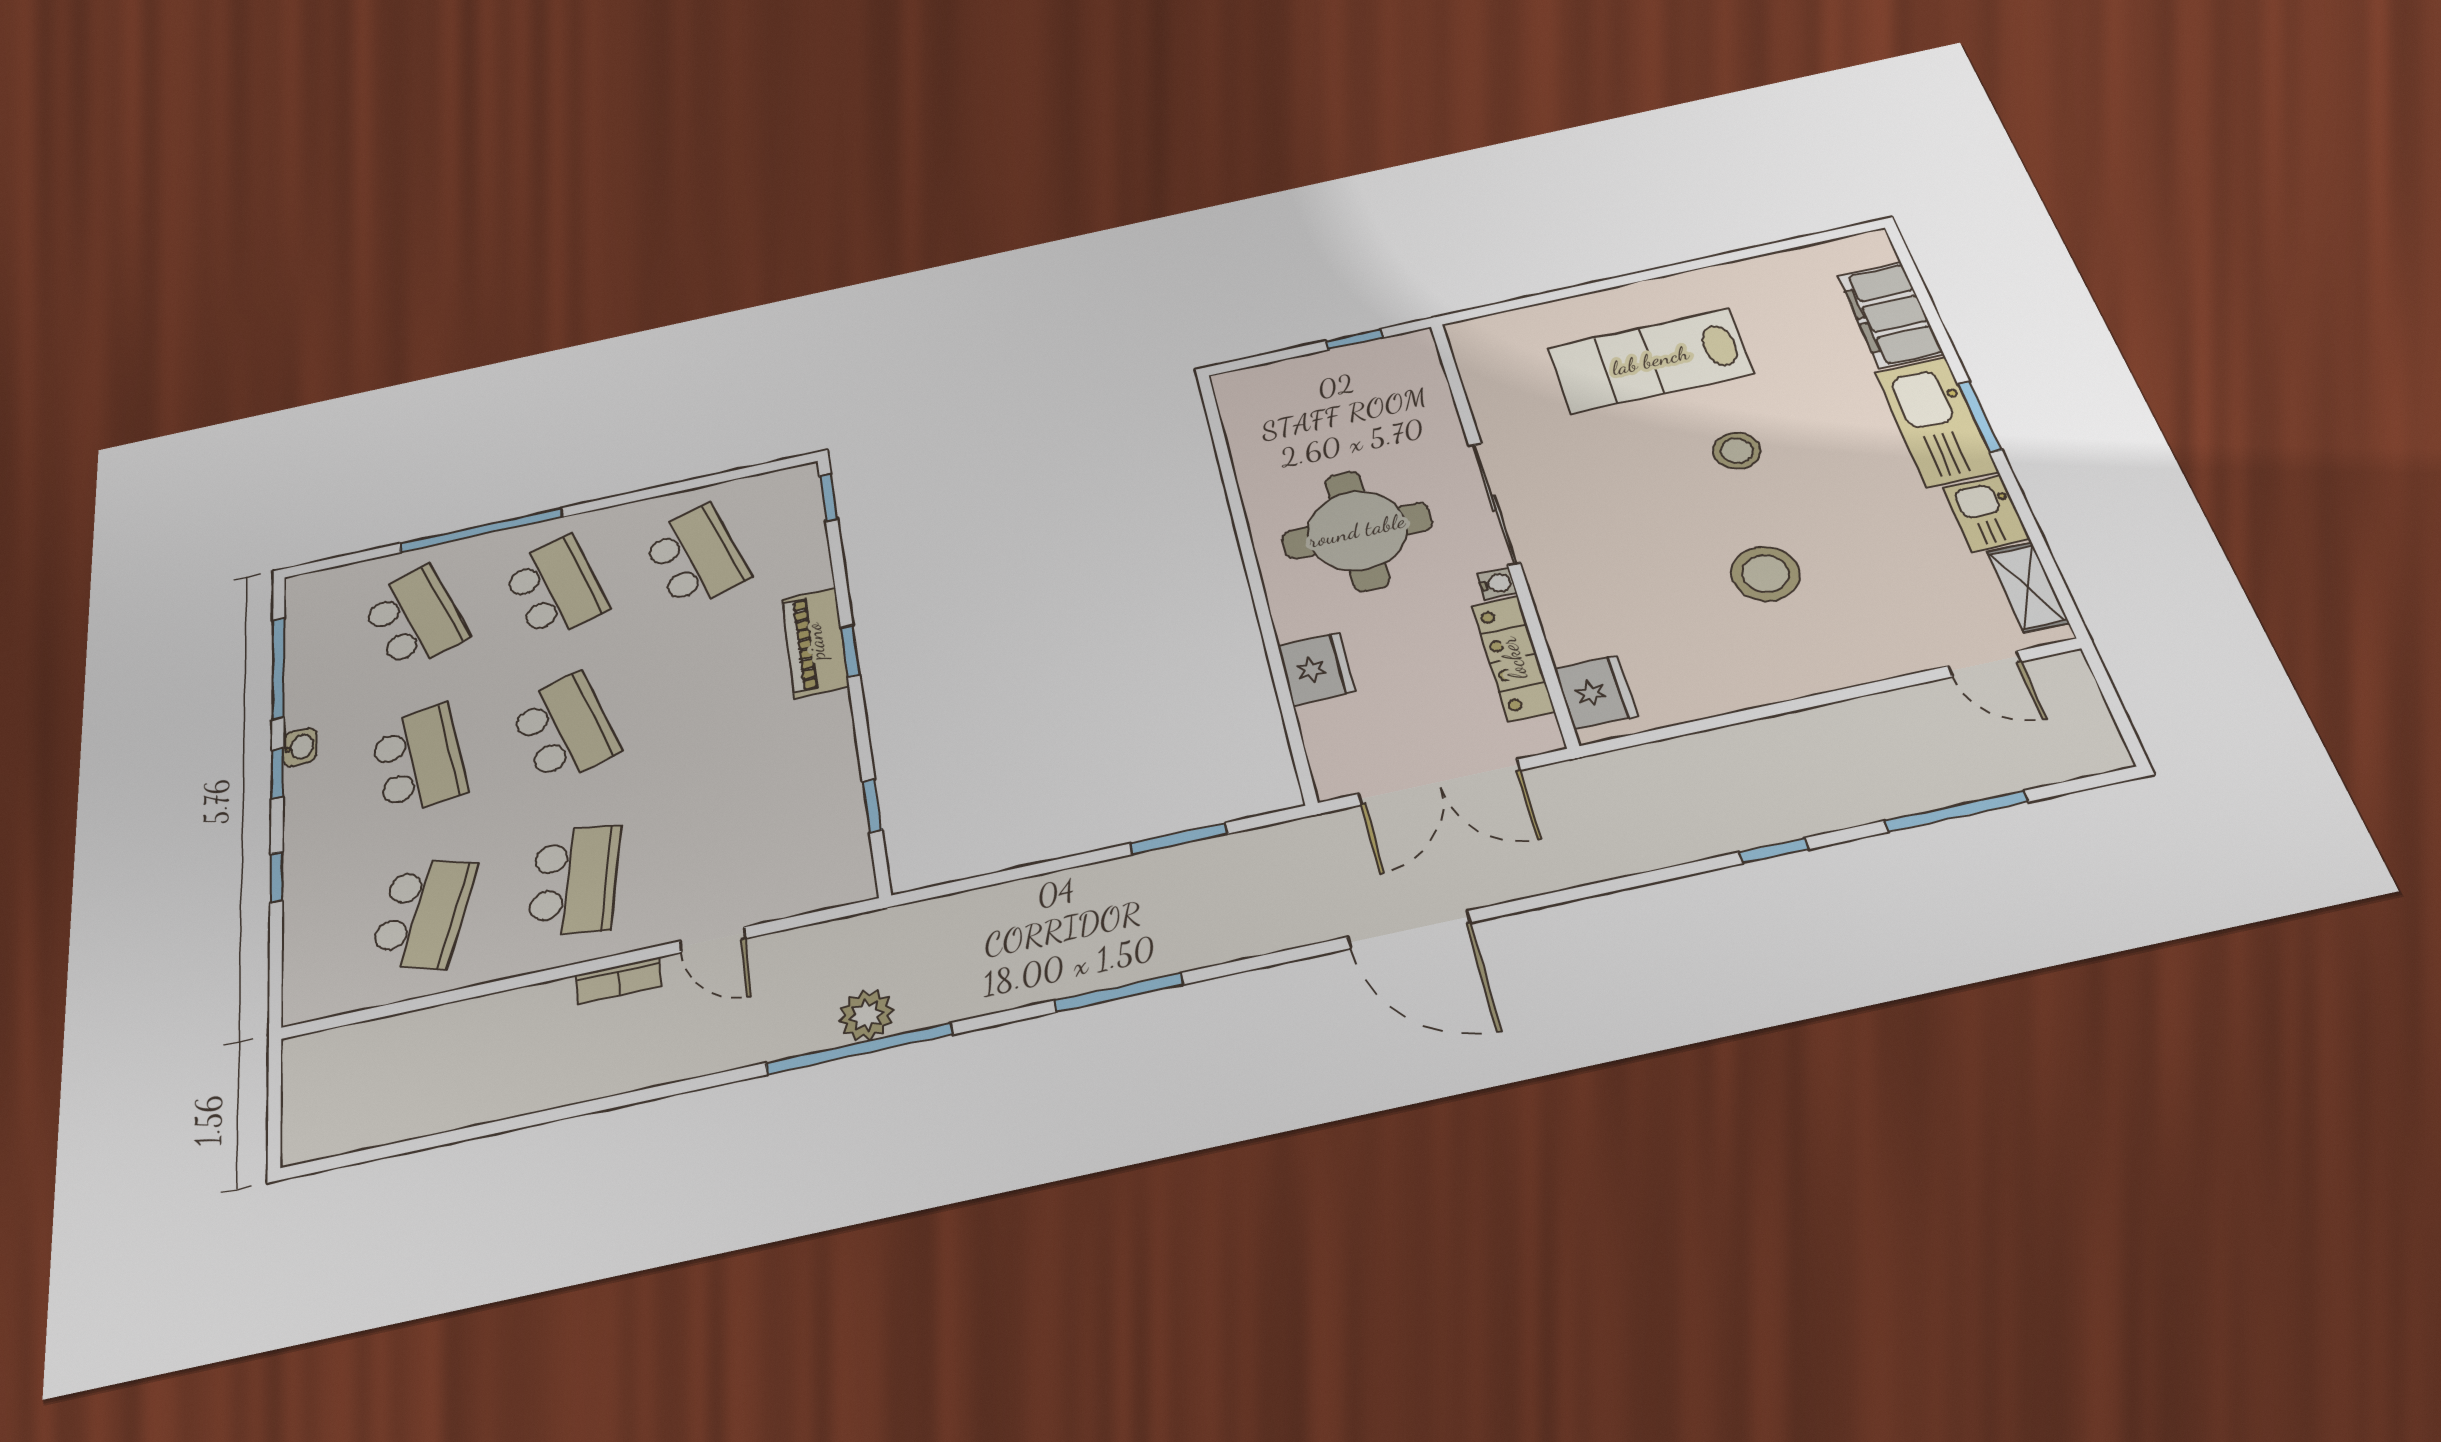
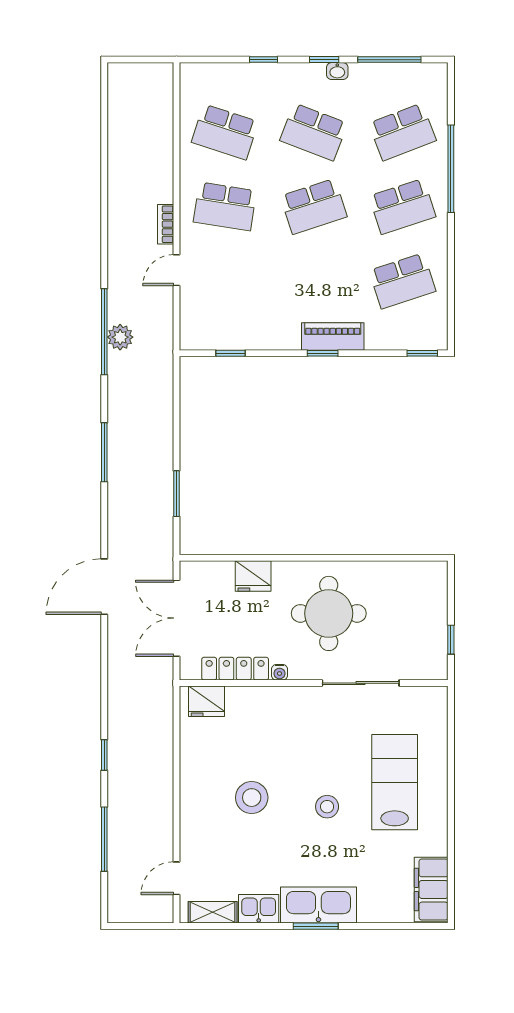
filing cabinet: (1890, 315) -> (431, 889), moved, turned -90
sliding door: (1494, 503) -> (361, 683), moved
school desk: (419, 760) -> (314, 132), turned 30

